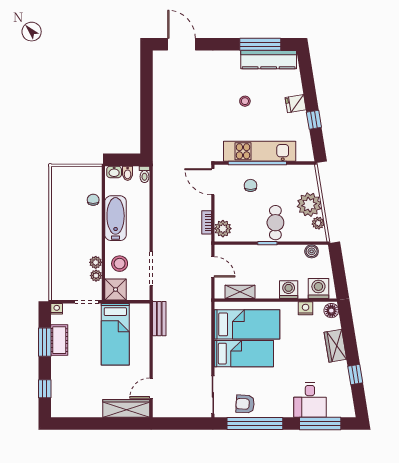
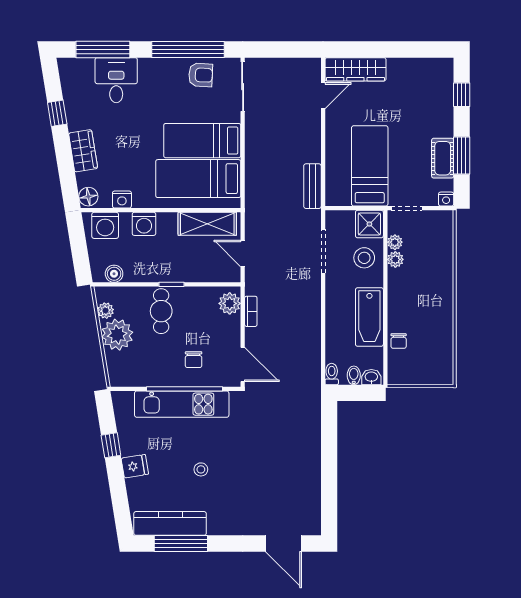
shelving: (240, 292) -> (207, 224), width x1.50, depth x1.33

